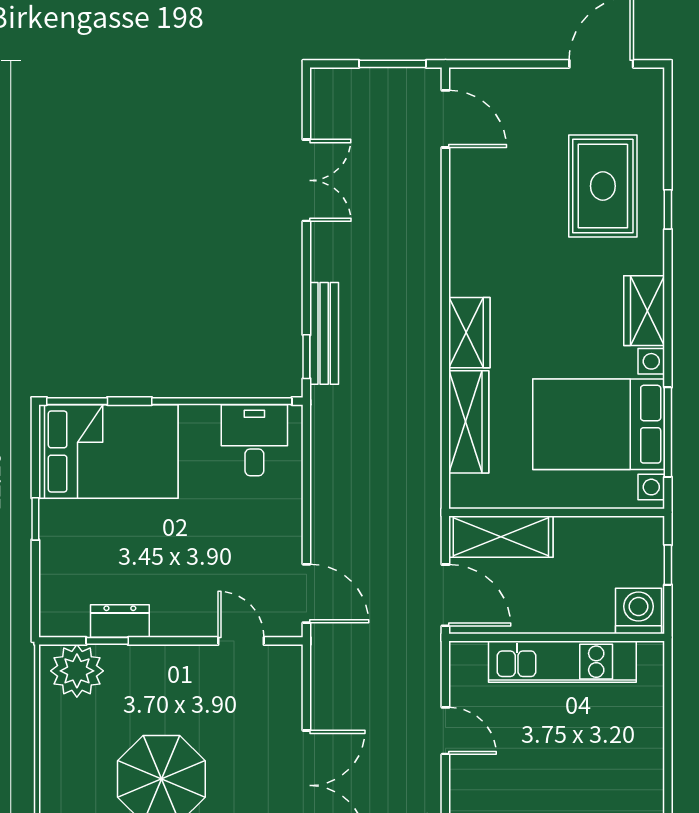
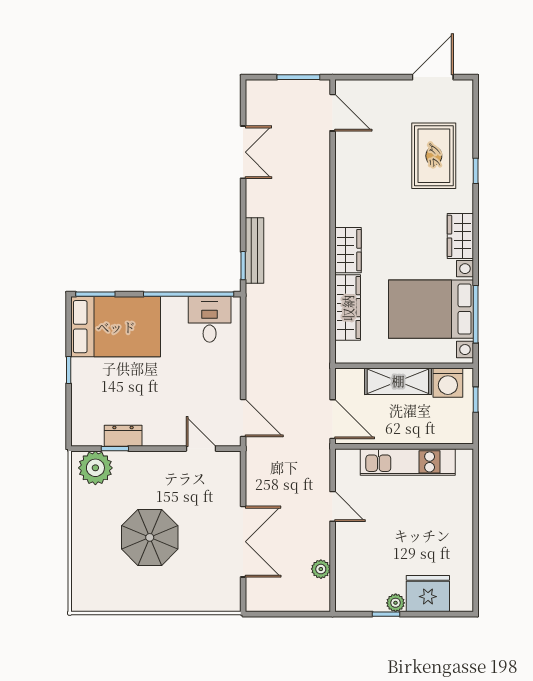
shelving: (501, 537) -> (398, 381), moved
washing machine: (638, 611) -> (448, 383), moved, turned 180

